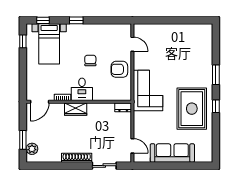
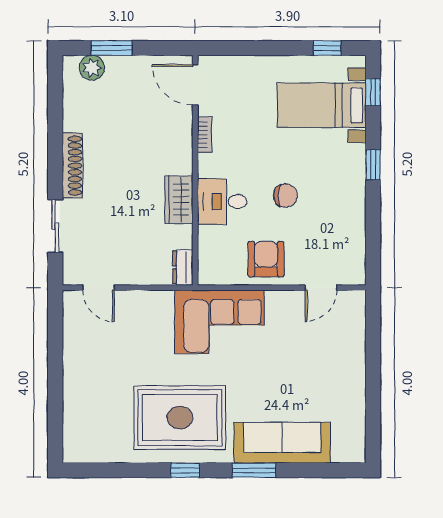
desk: (82, 89) -> (222, 201), moved
wardrobe: (76, 109) -> (179, 200), moved
door: (132, 146) -> (99, 288), hinge flipped
sofa: (172, 153) -> (282, 443), moved, turned -90

